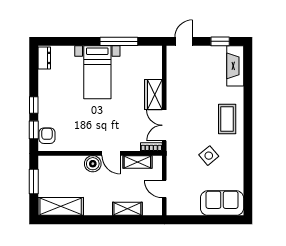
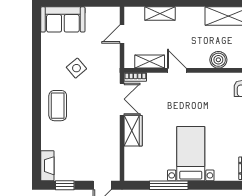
fireplace: (235, 66) -> (47, 166), width x0.73, depth x0.76
boiler: (93, 164) -> (218, 60), moved
door: (164, 189) -> (122, 34), swing flipped

